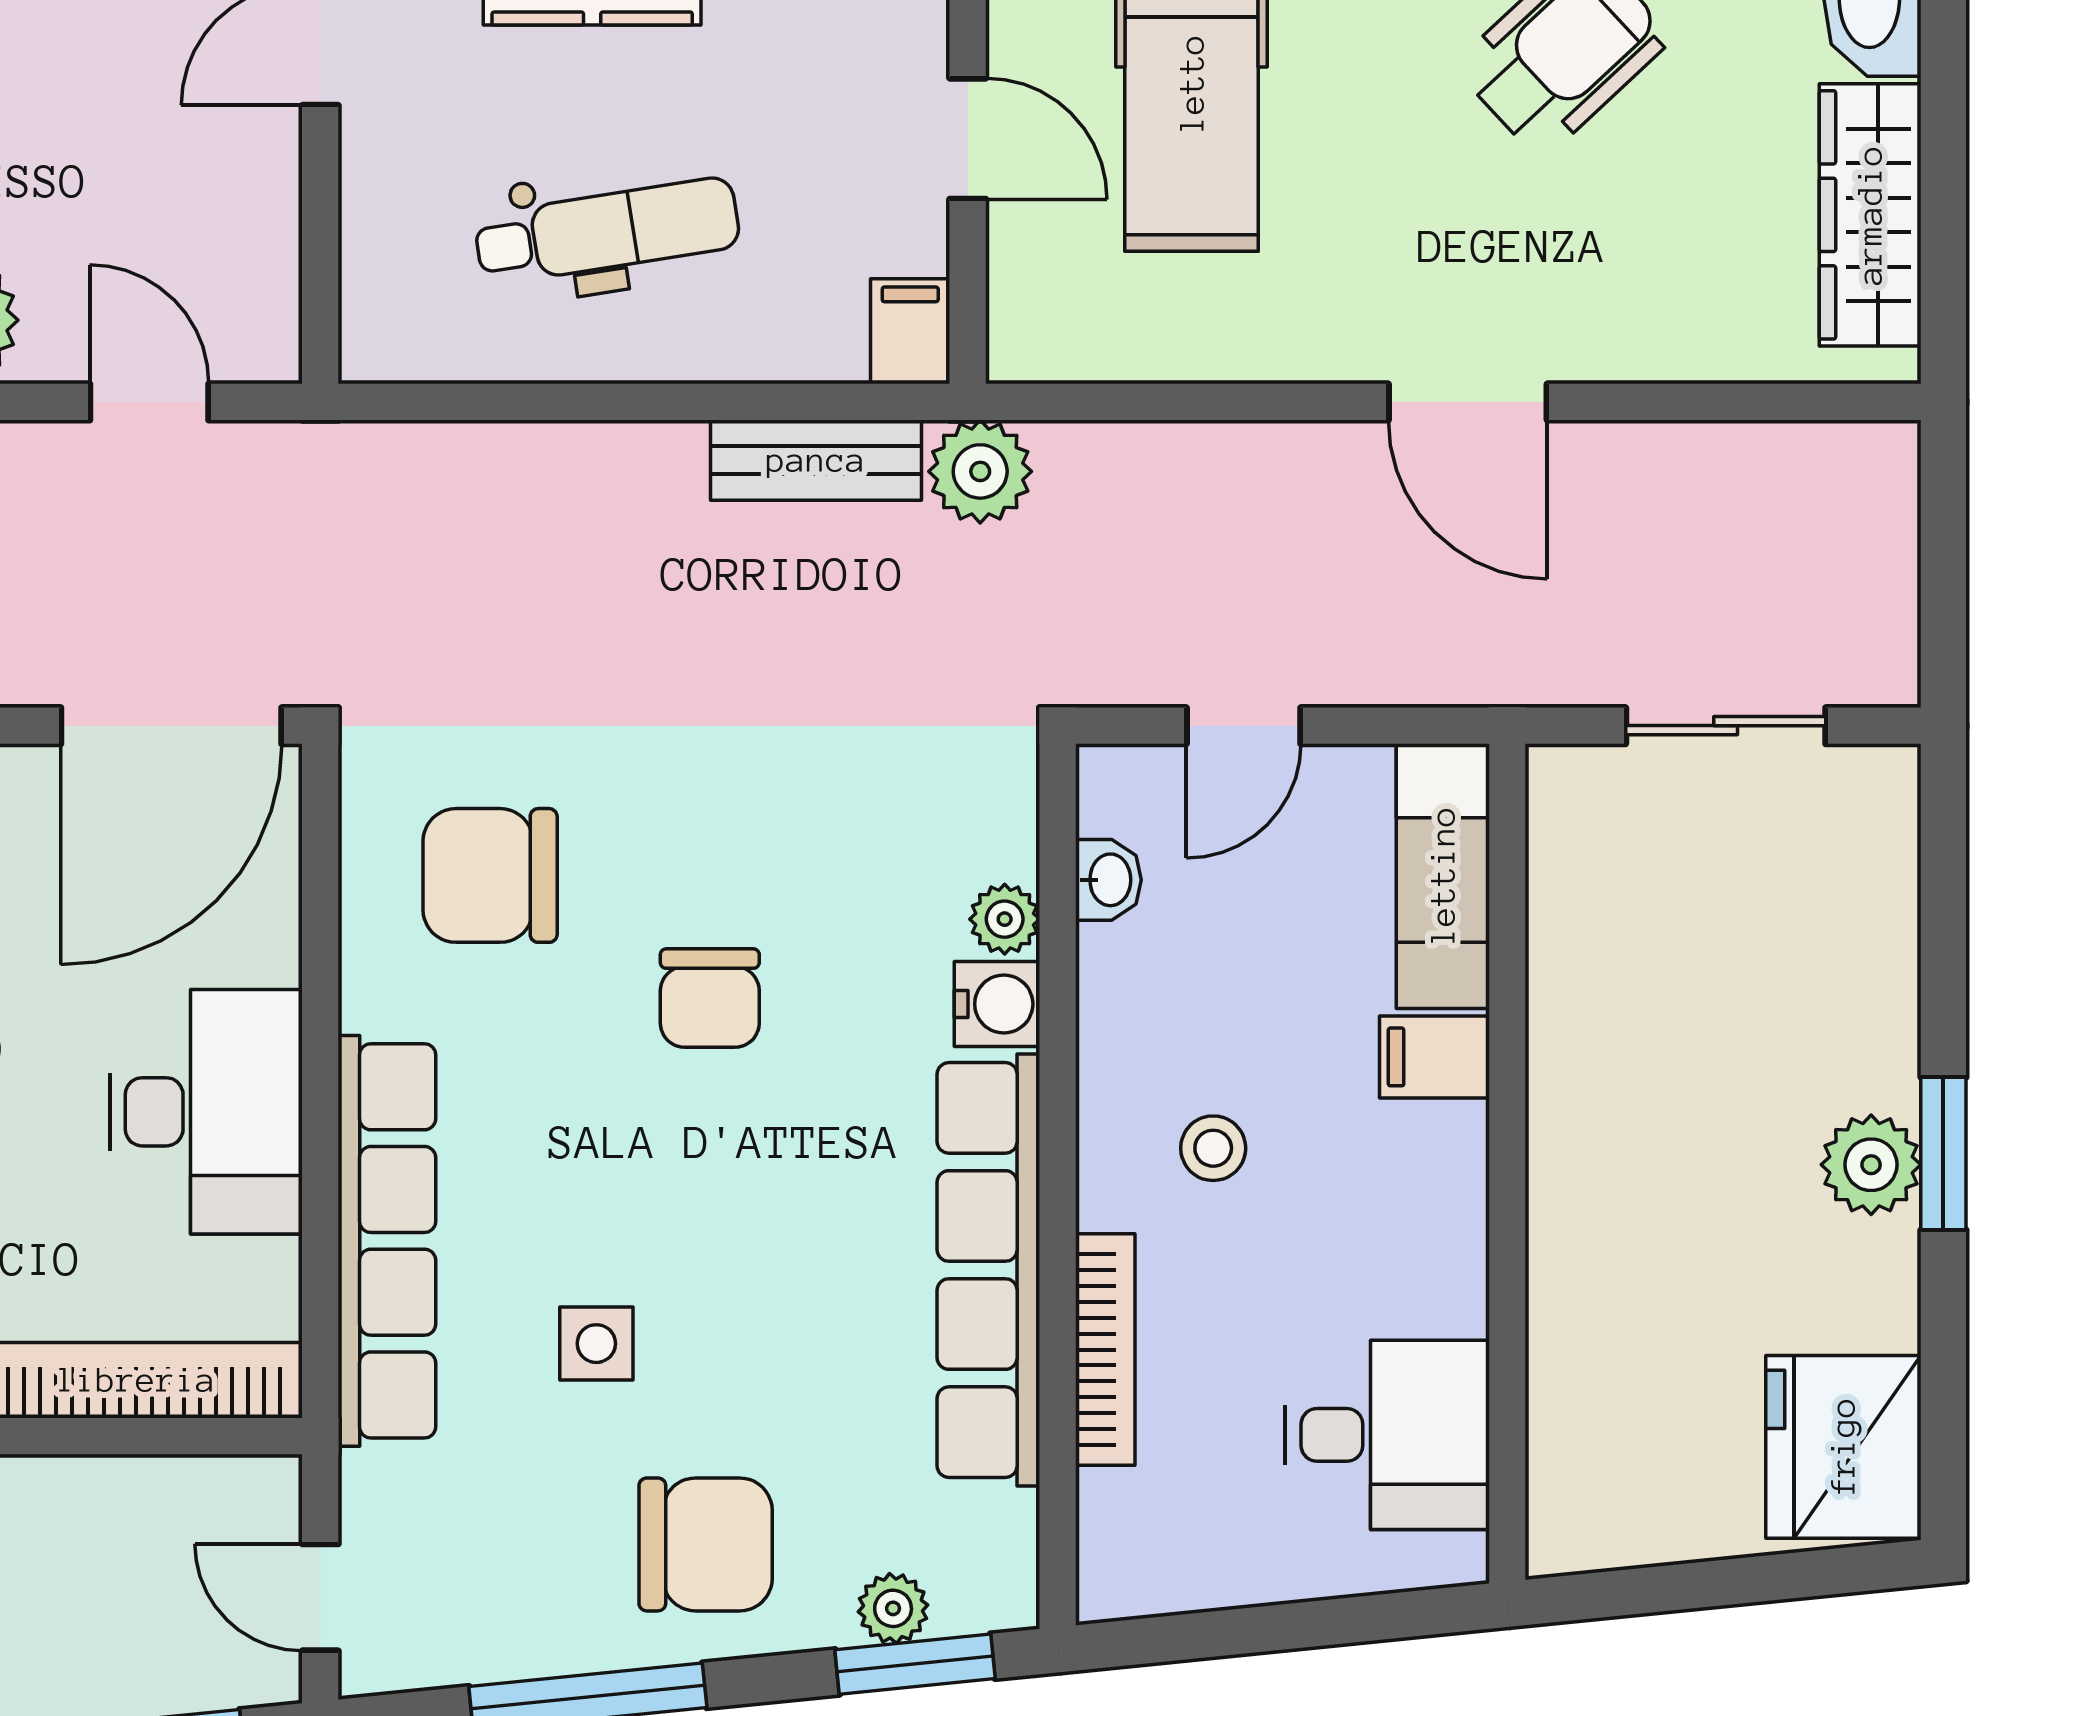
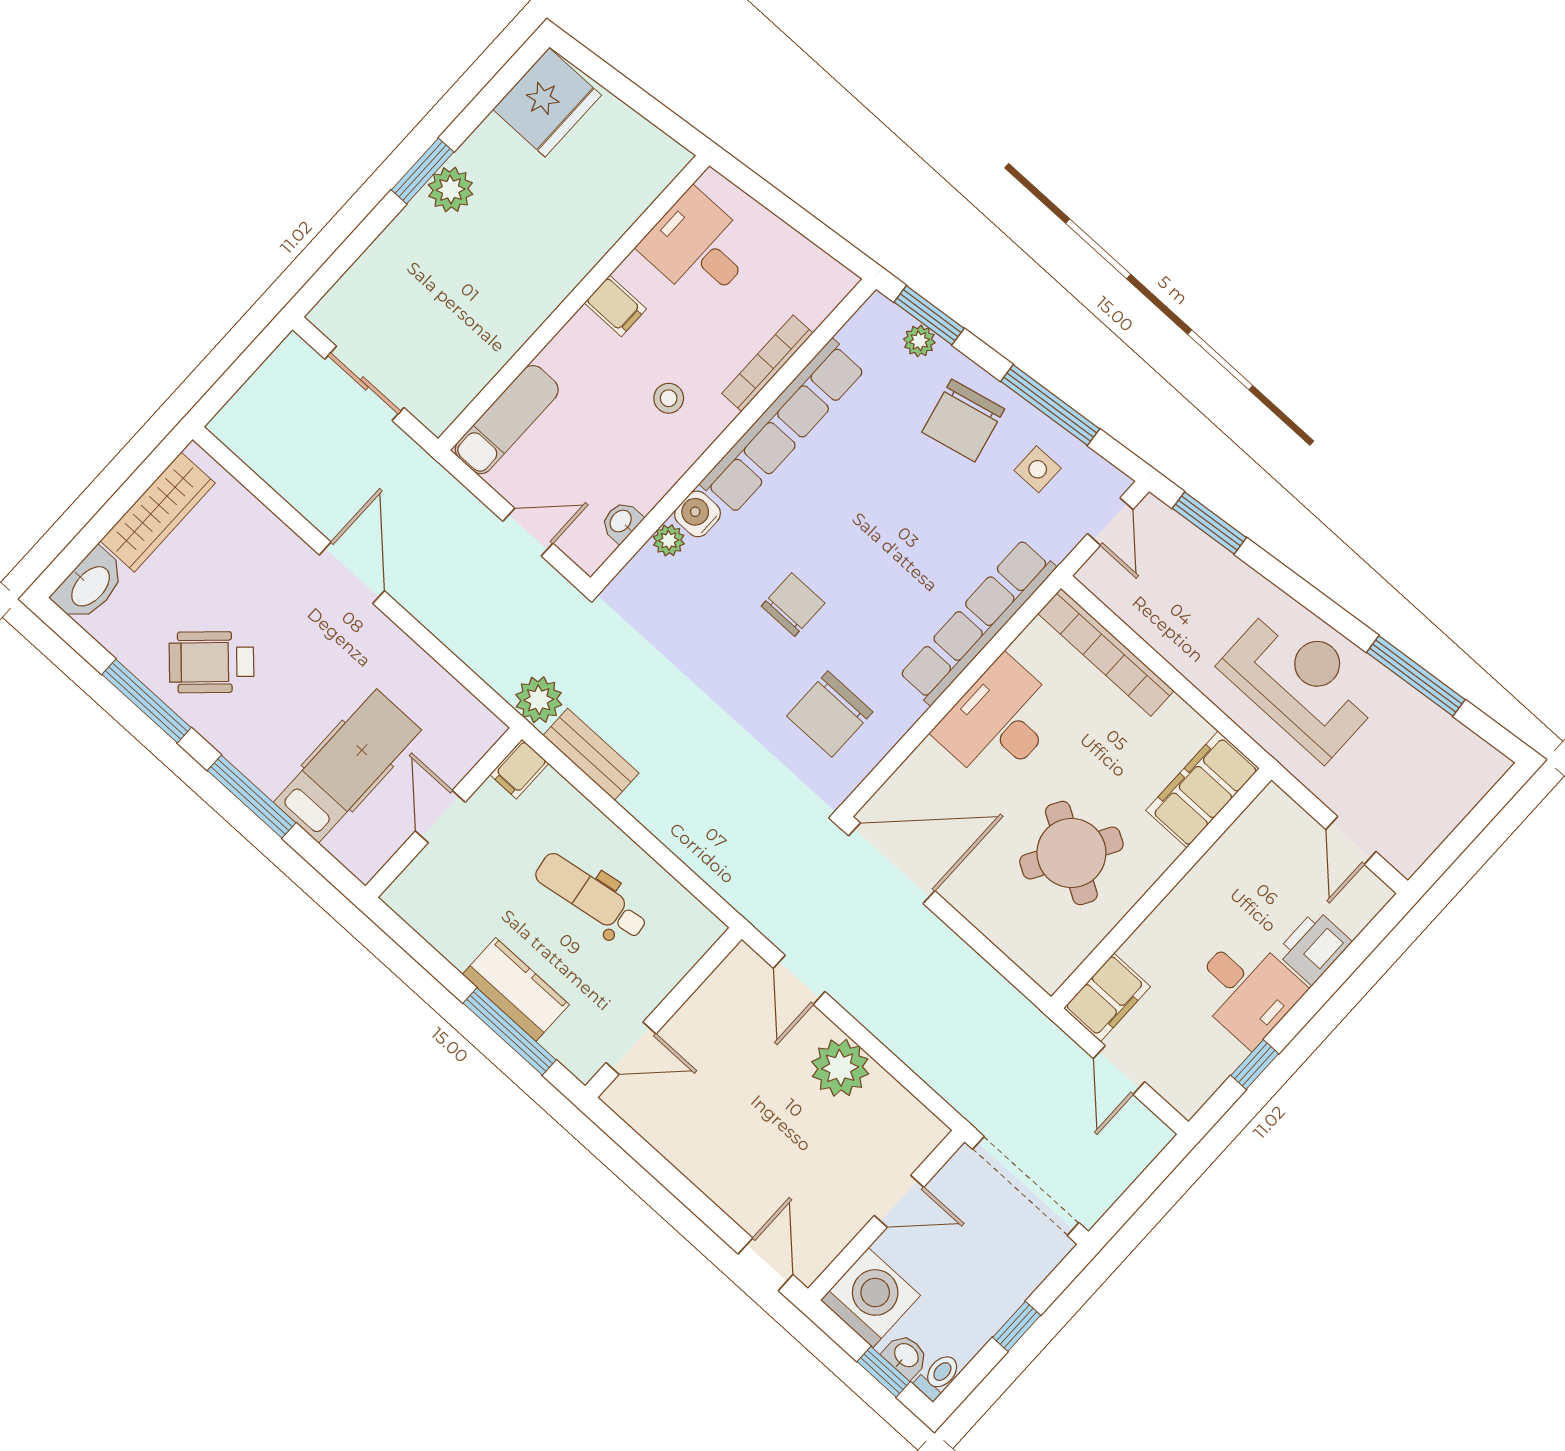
chair: (490, 875) -> (830, 714), turned 90
filing cabinet: (1434, 1057) -> (615, 306), moved
side table: (596, 1344) -> (1038, 469), moved
chair: (706, 1544) -> (963, 420), turned -103

